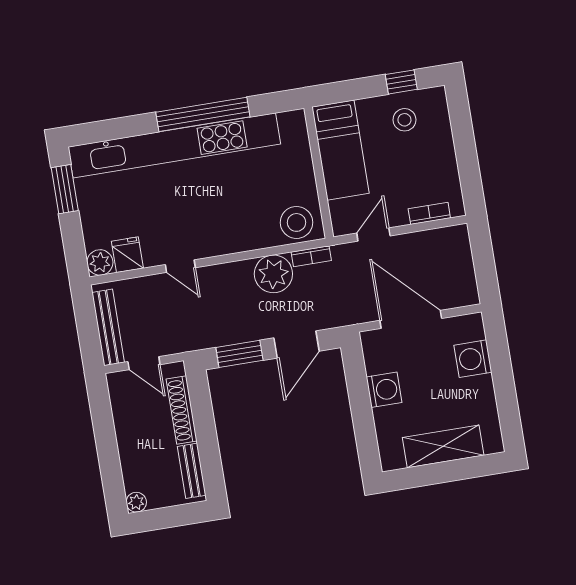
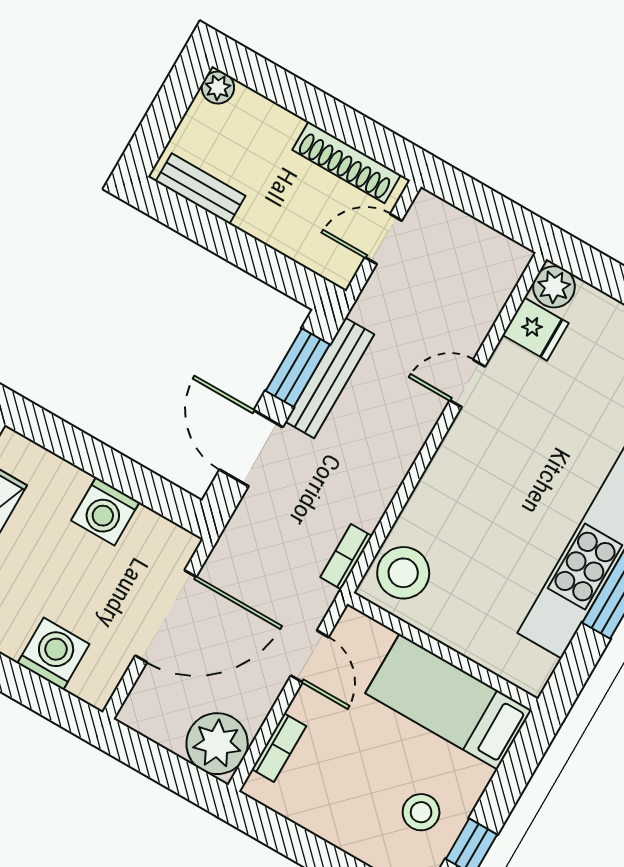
plant: (273, 274) -> (217, 744), moved
bench: (108, 327) -> (330, 378), moved, turned 90
shoe rack: (182, 410) -> (347, 162), moved, turned 180

